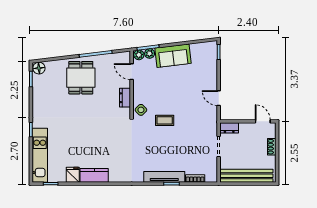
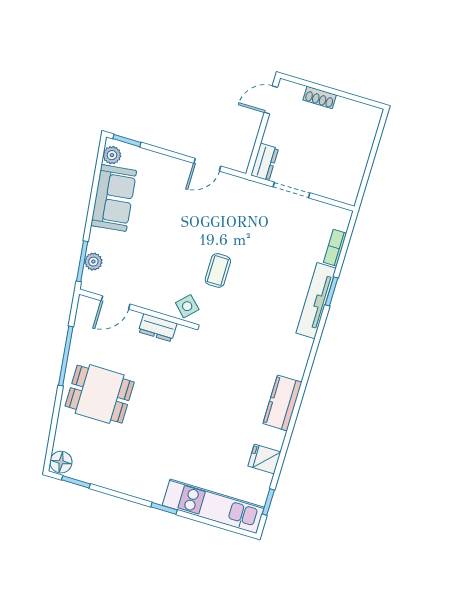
plant: (139, 55) -> (112, 155), moved
sofa: (173, 56) -> (114, 198), moved
kitchen counter: (94, 175) -> (282, 403), moved
bench: (246, 176) -> (357, 157), removed

